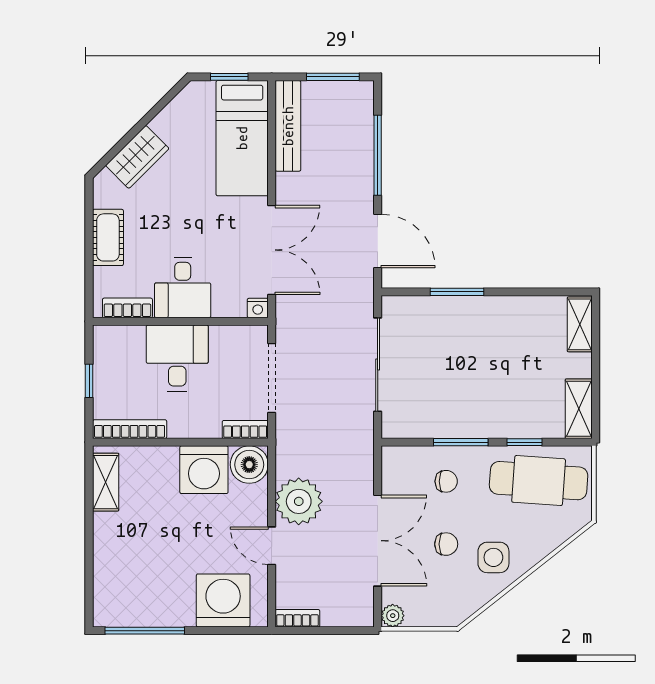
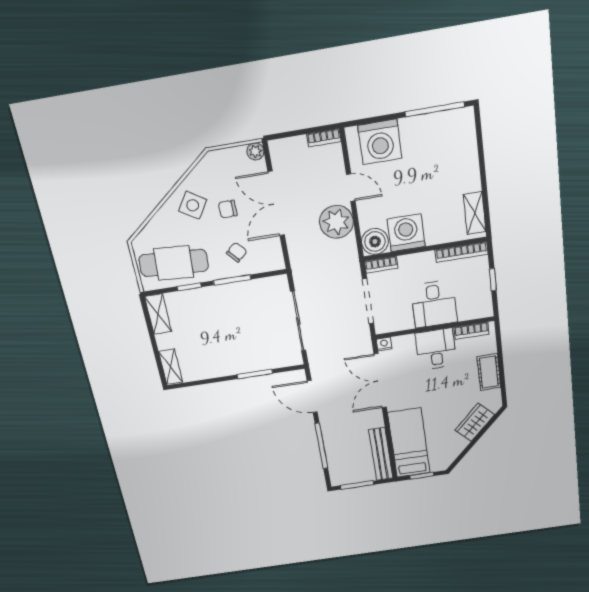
chair: (446, 481) -> (237, 252), turned 139
side table: (493, 557) -> (193, 205), turned 33

